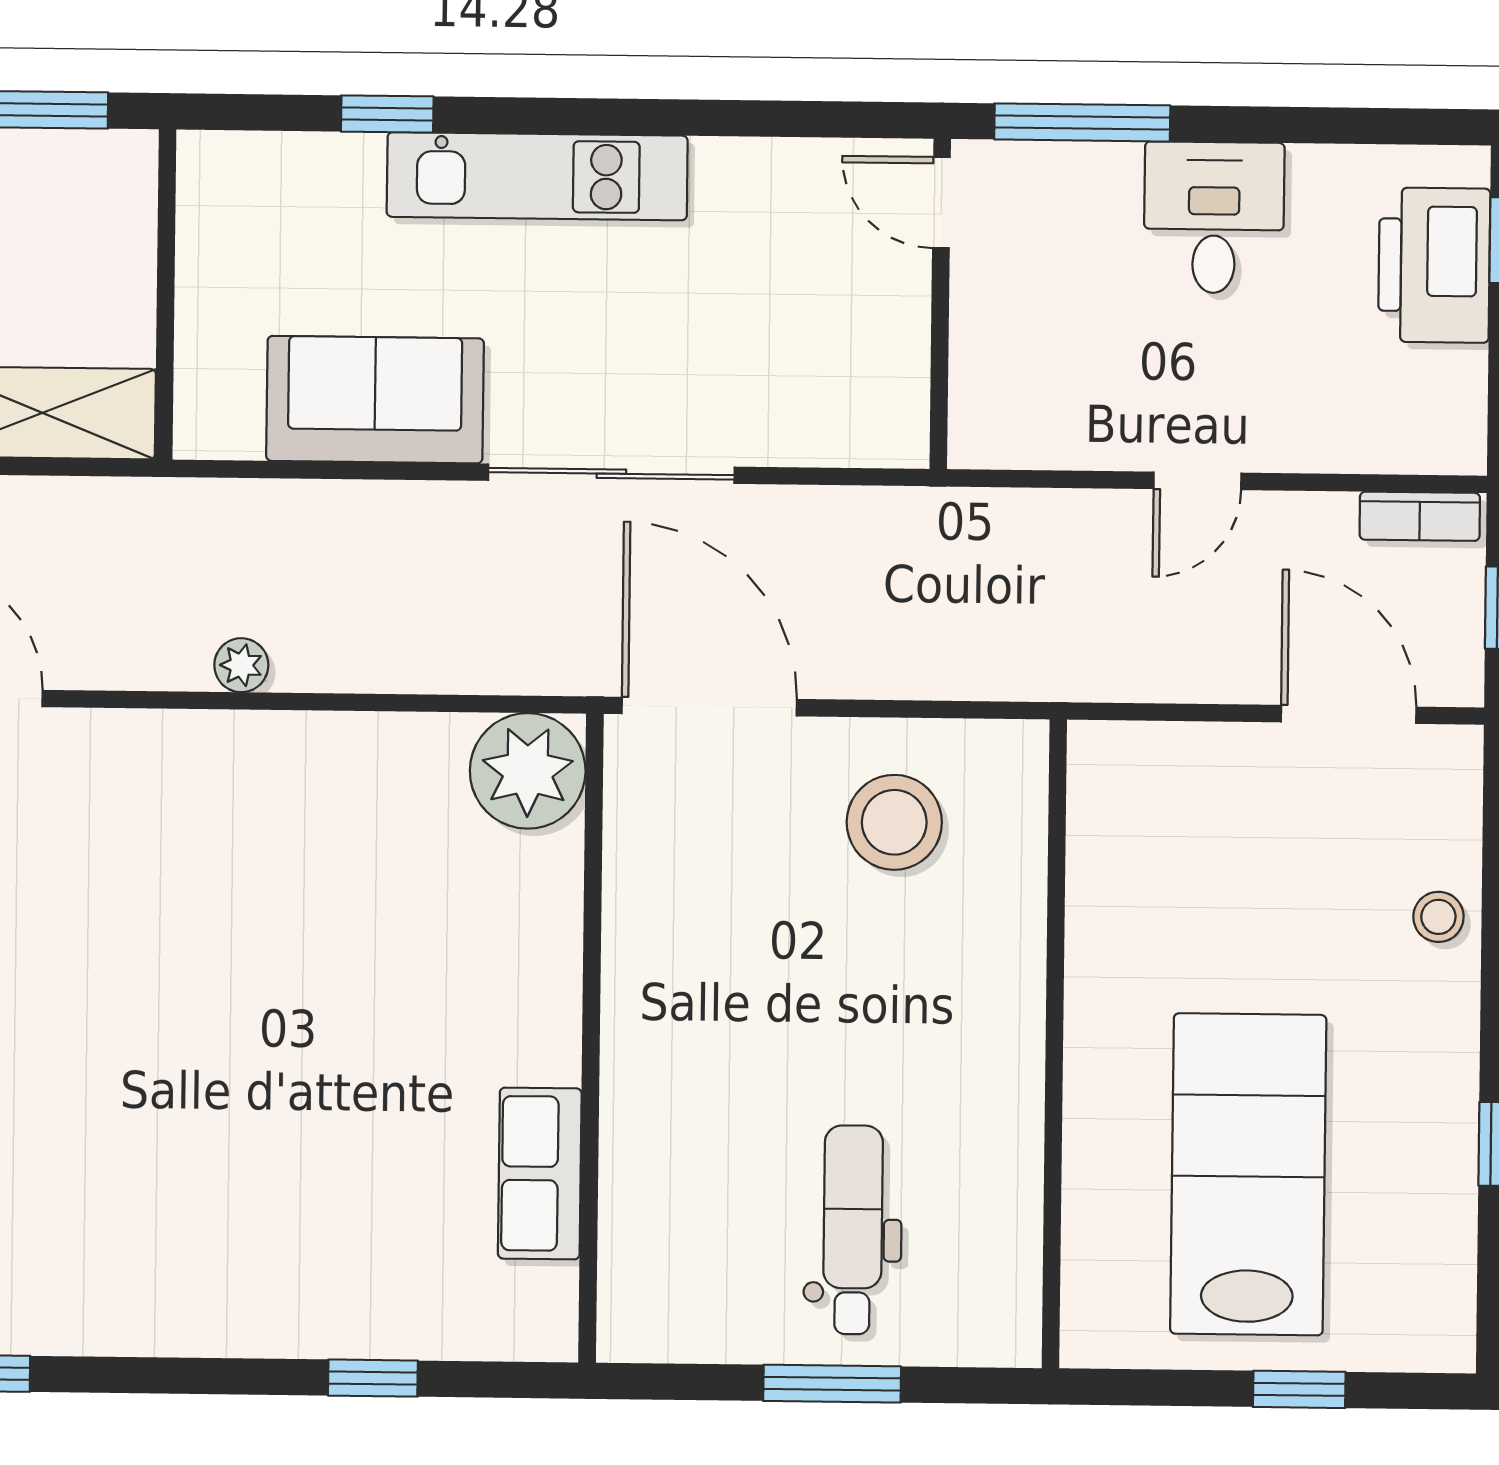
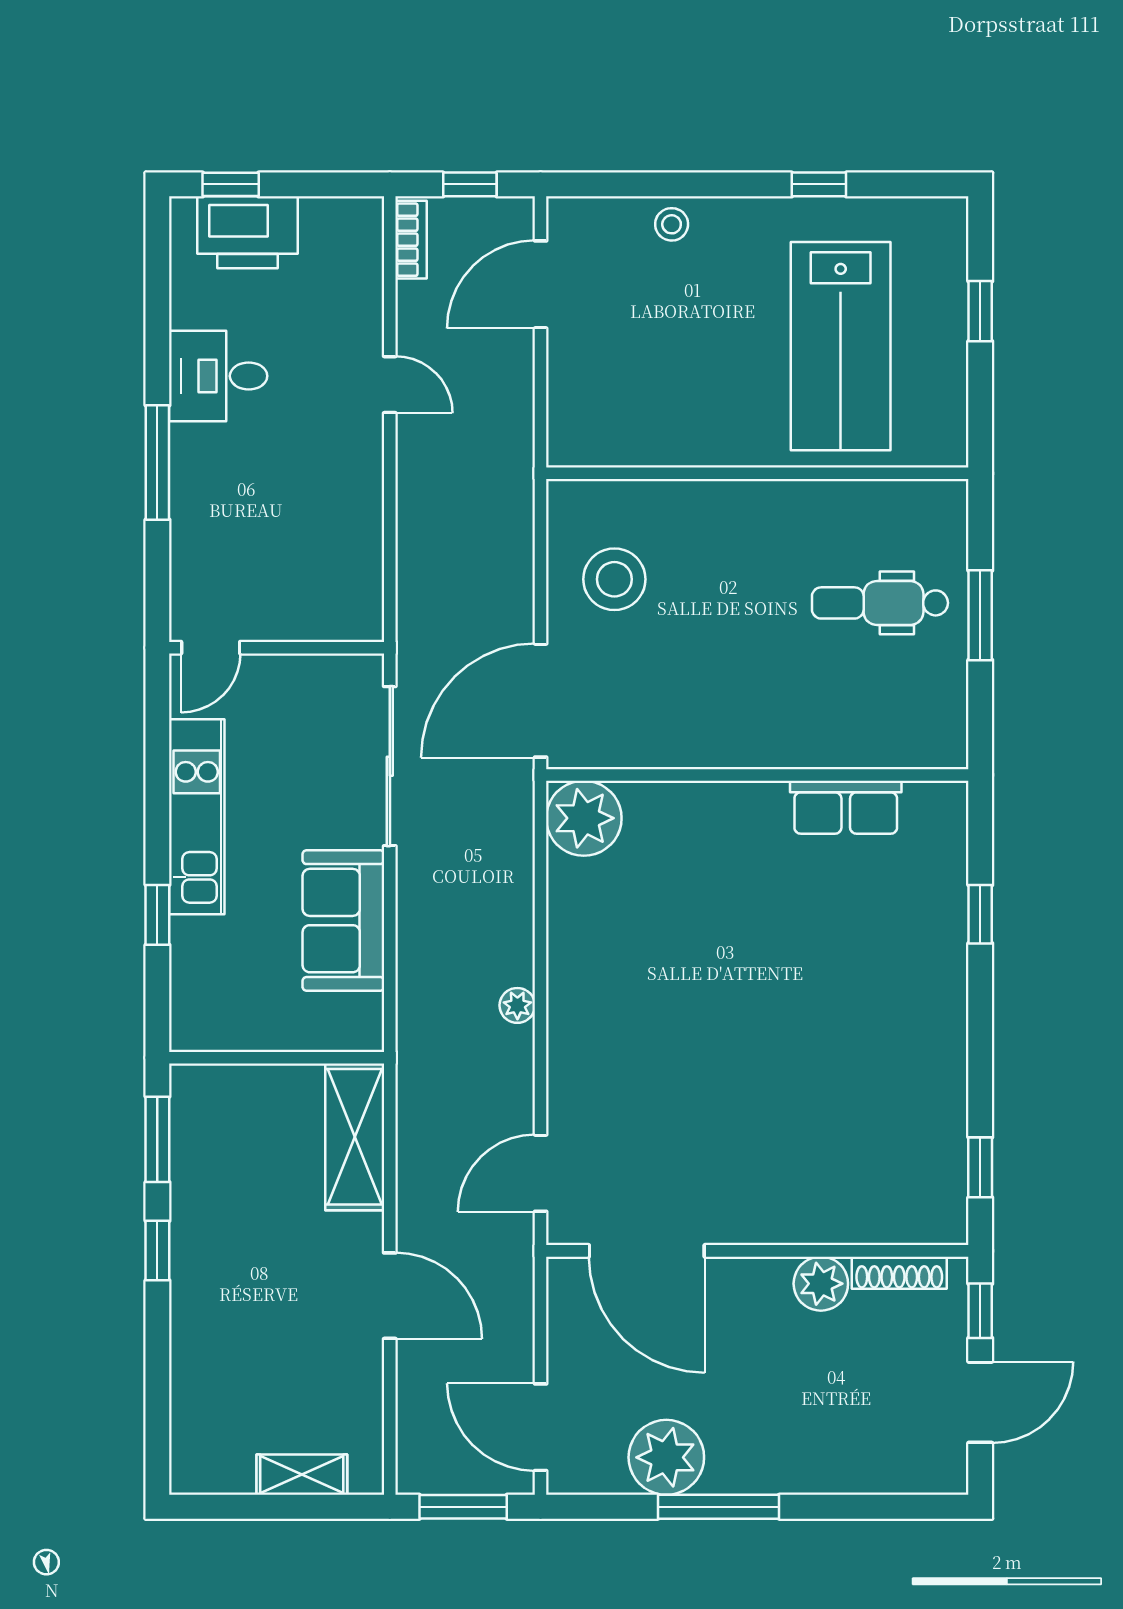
door: (941, 203) -> (211, 648), moved
wall: (940, 304) -> (277, 648), moved
lab bench: (1248, 1174) -> (841, 346), turned -90

